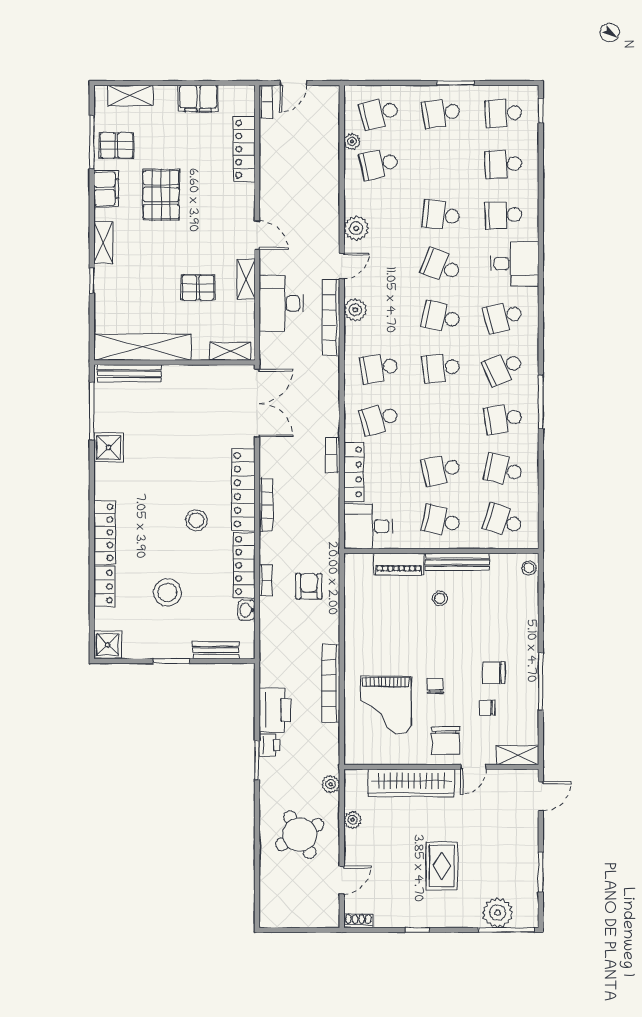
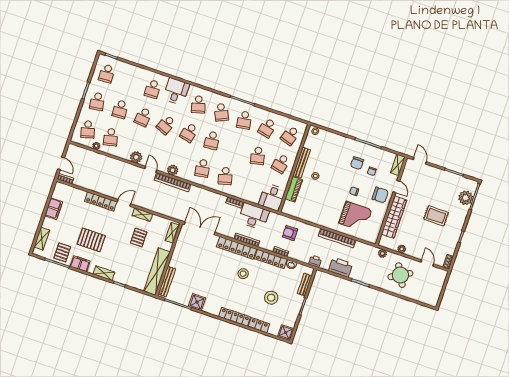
locker: (244, 149) -> (101, 201), moved
school desk: (503, 164) -> (120, 109), moved
desk: (281, 303) -> (254, 216), moved, turned 180
locker: (354, 472) -> (245, 195), removed
printer: (269, 745) -> (315, 261), moved

